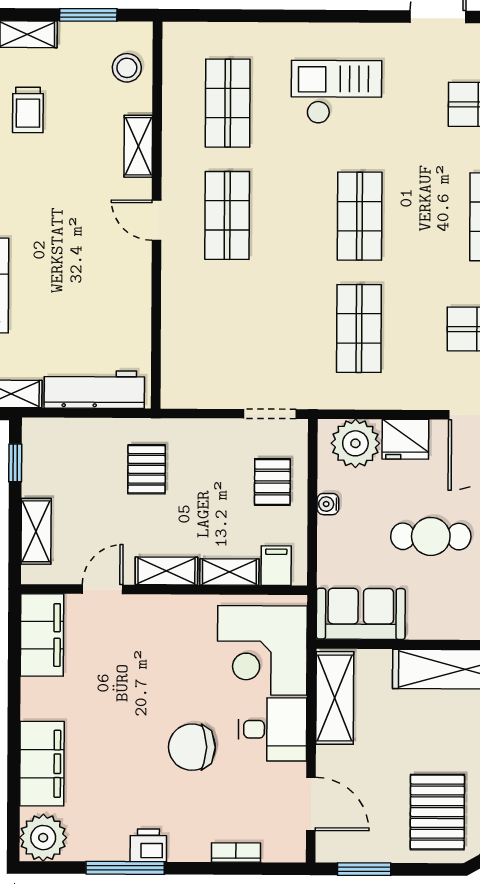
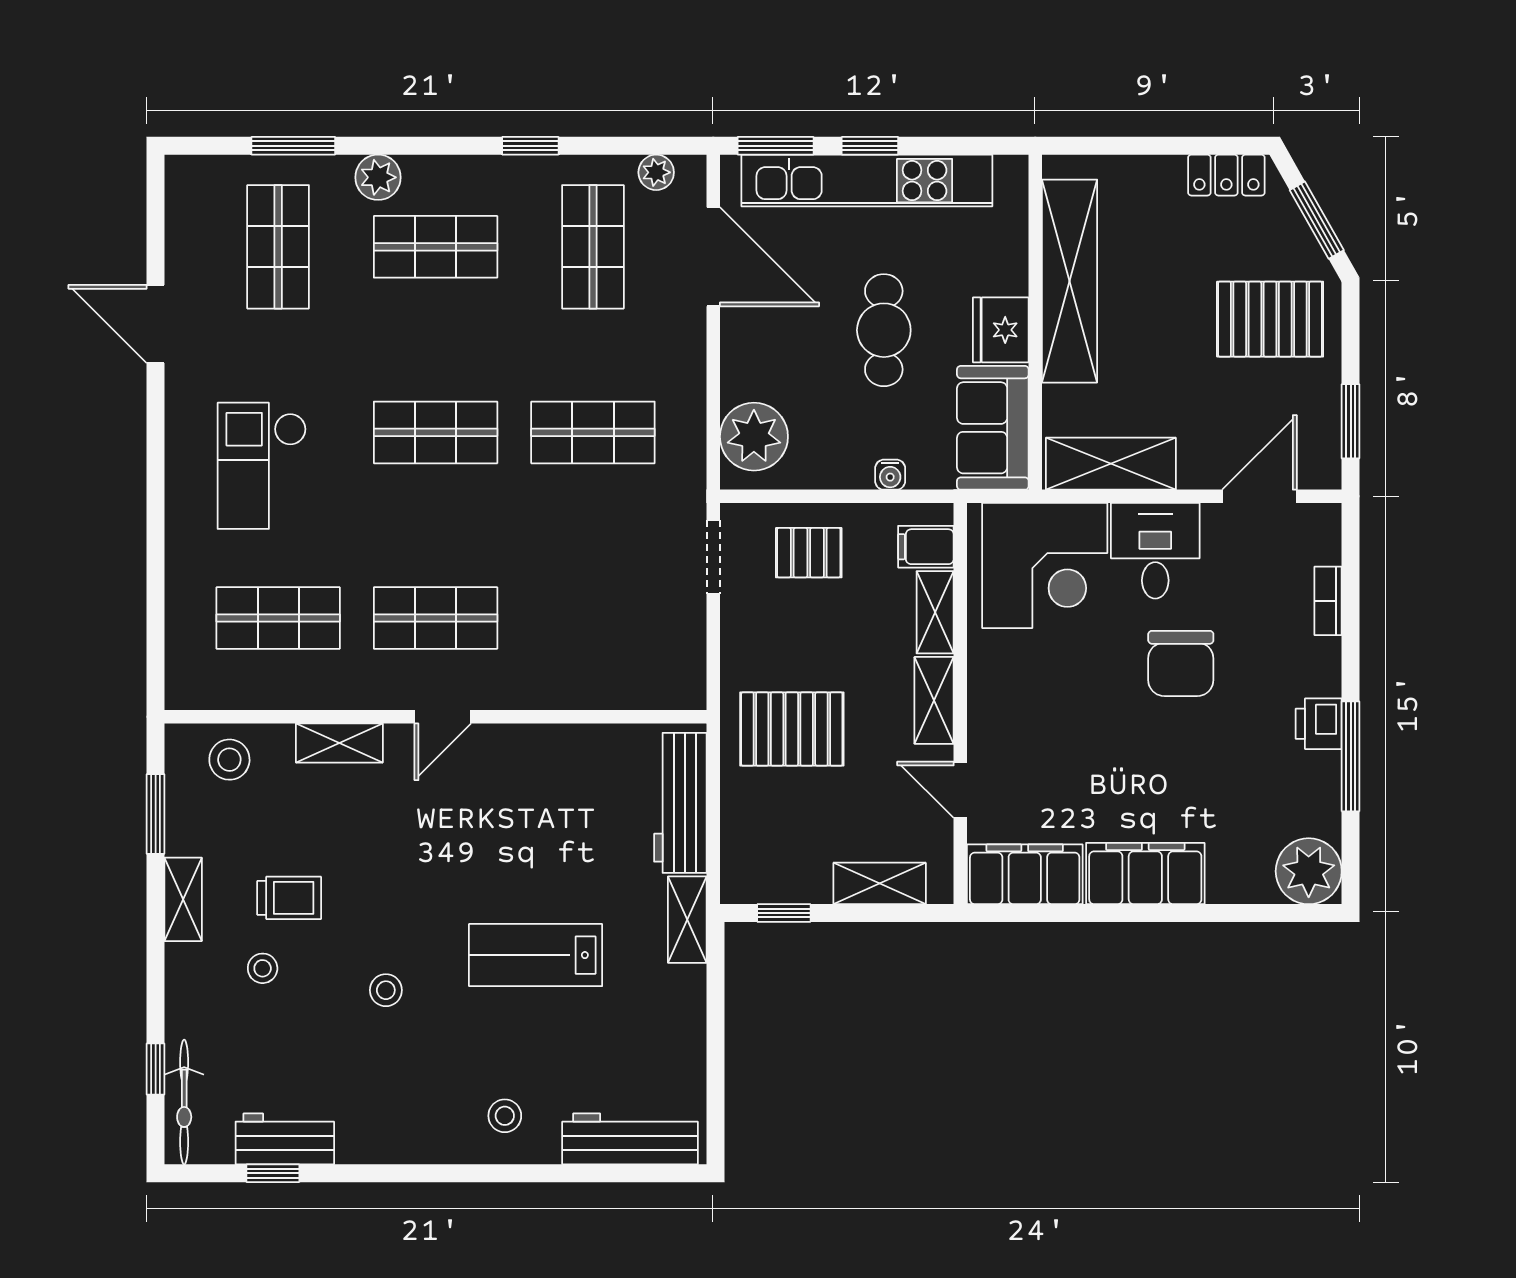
fridge: (405, 439) -> (1001, 330), moved, turned 180
pallet: (147, 469) -> (792, 729), width x1.50, depth x1.42
water cooler: (328, 504) -> (890, 475), moved
filing cabinet: (42, 764) -> (1145, 873), moved

